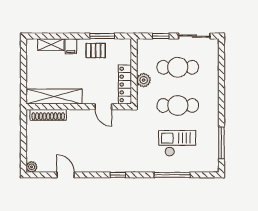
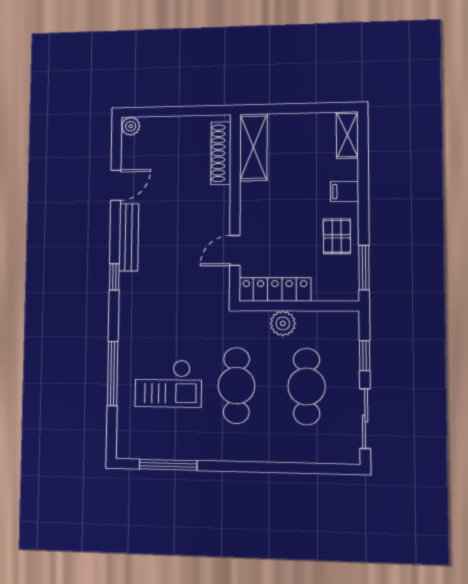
window: (102, 36) -> (364, 268), moved
shelving: (51, 45) -> (347, 135), moved
shelving: (54, 97) -> (253, 147), width x0.68
checkout: (177, 143) -> (168, 383), turned 90
bench: (95, 167) -> (129, 237), added

